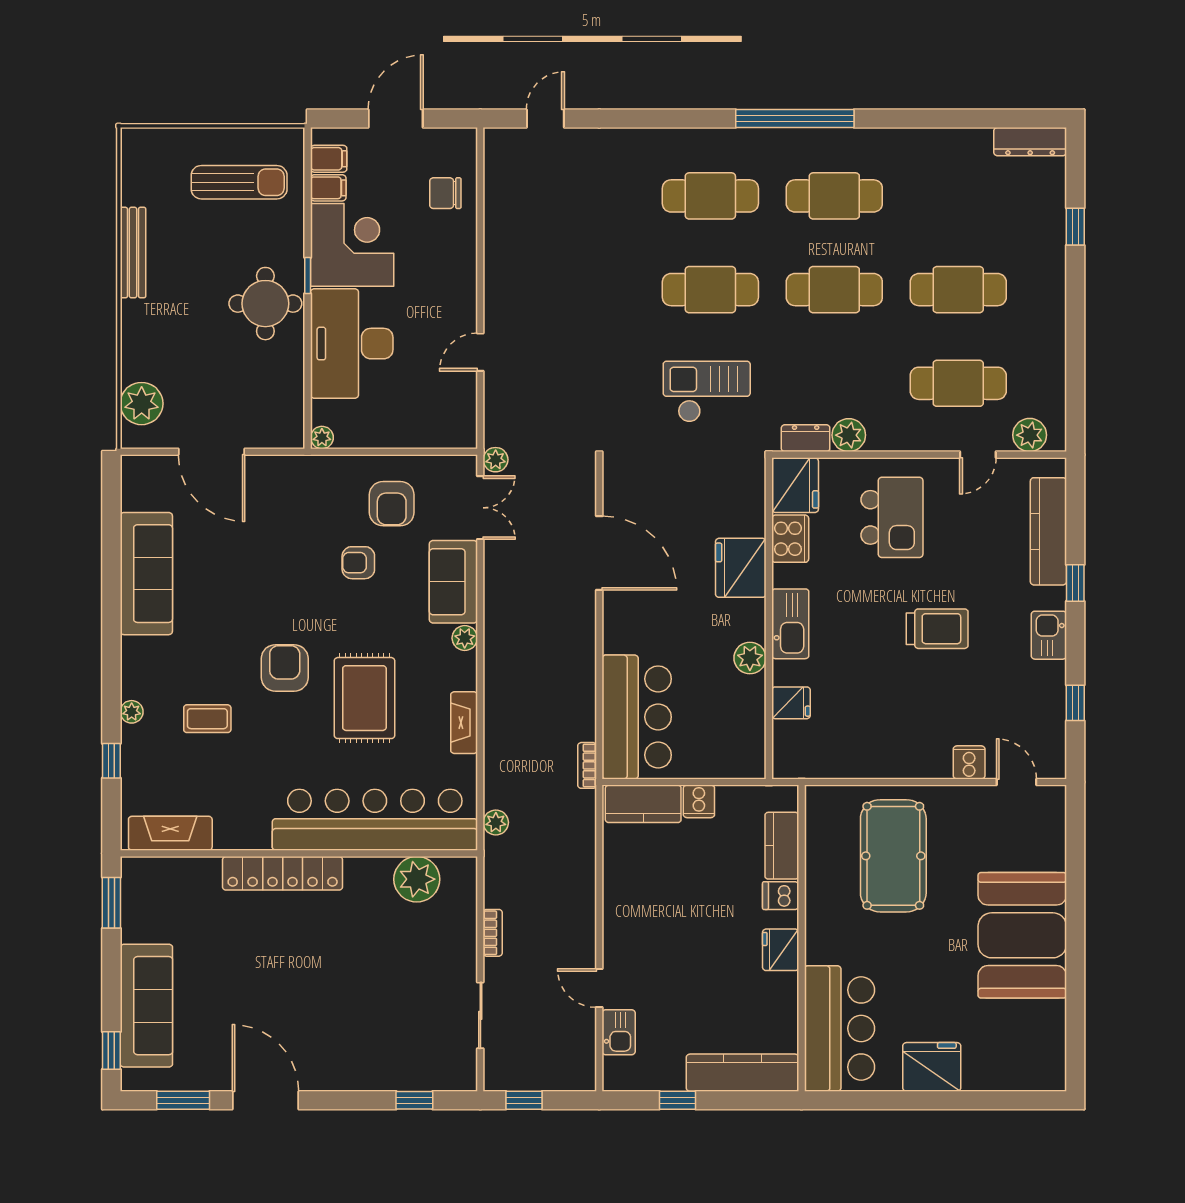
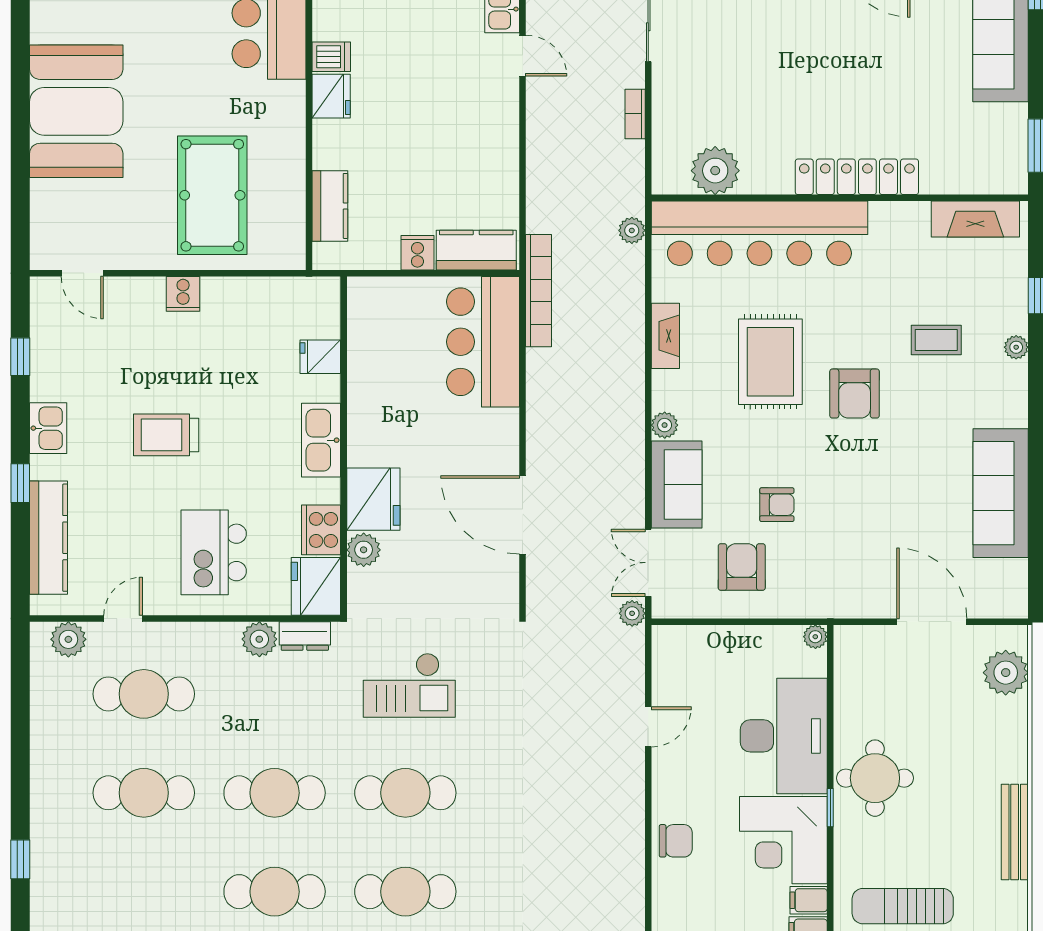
chair: (445, 193) -> (676, 841), moved
plant: (750, 658) -> (364, 550), moved
cooker: (969, 762) -> (183, 294), moved
bookcase: (587, 765) -> (539, 291), width x2.31, depth x1.31
dishwasher: (781, 896) -> (331, 57), moved

